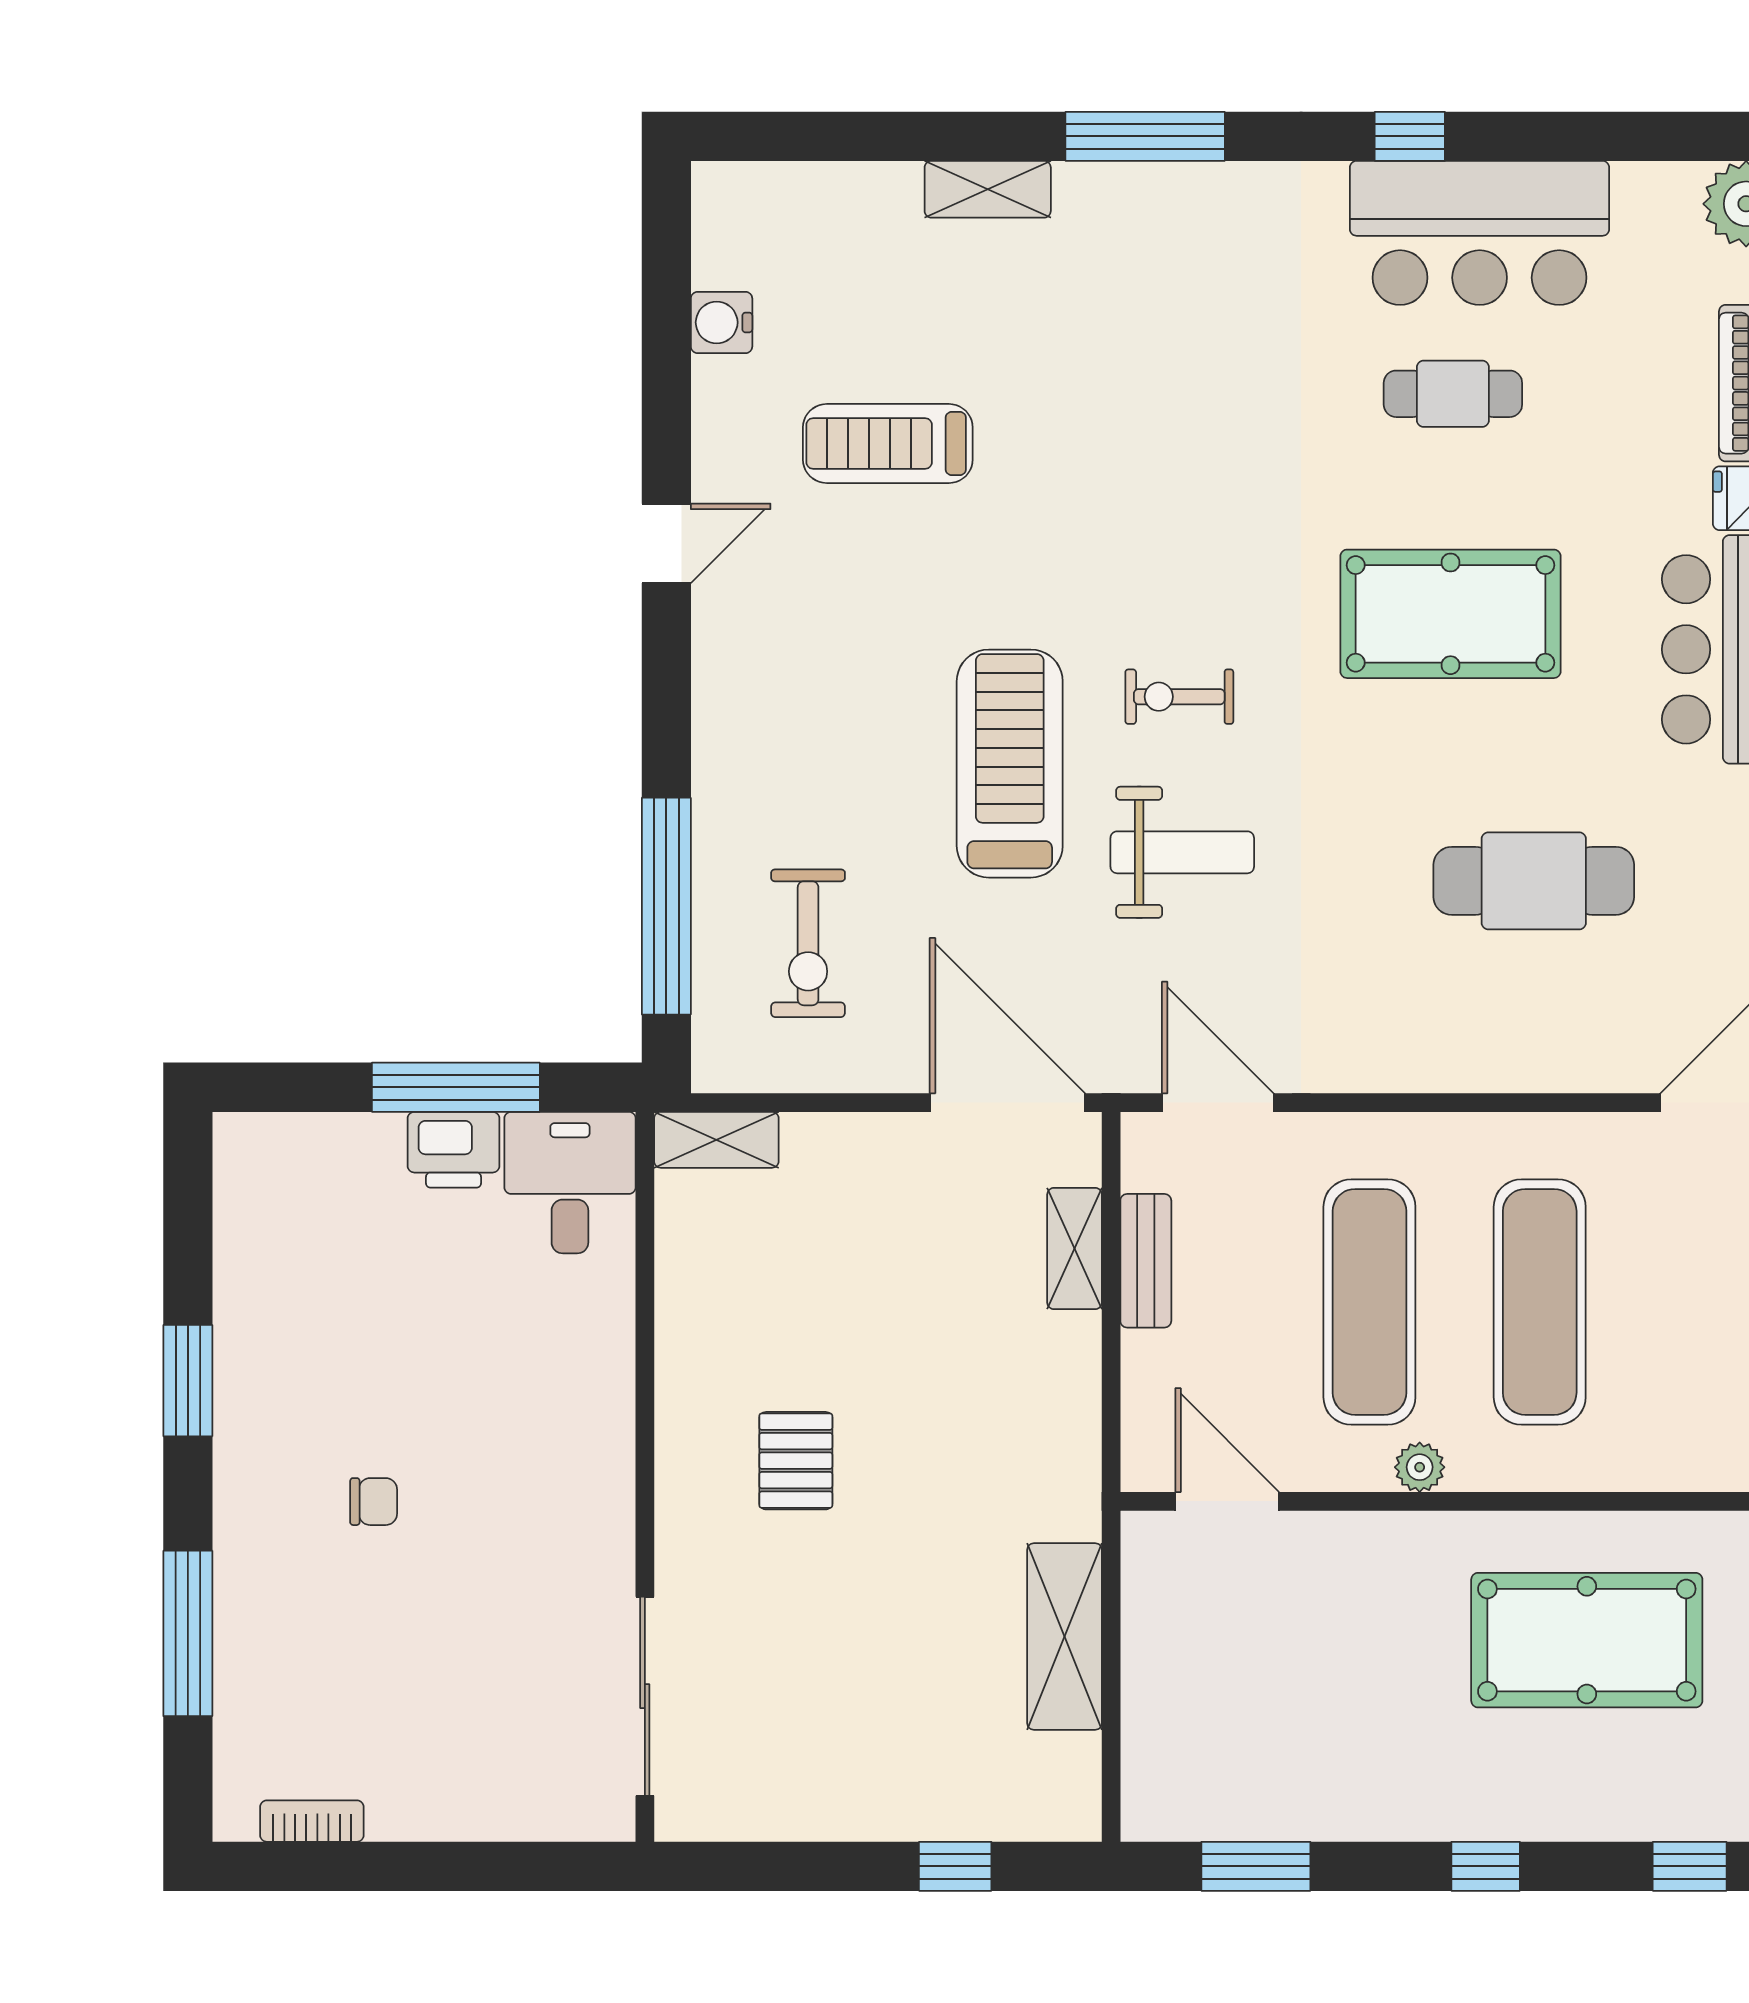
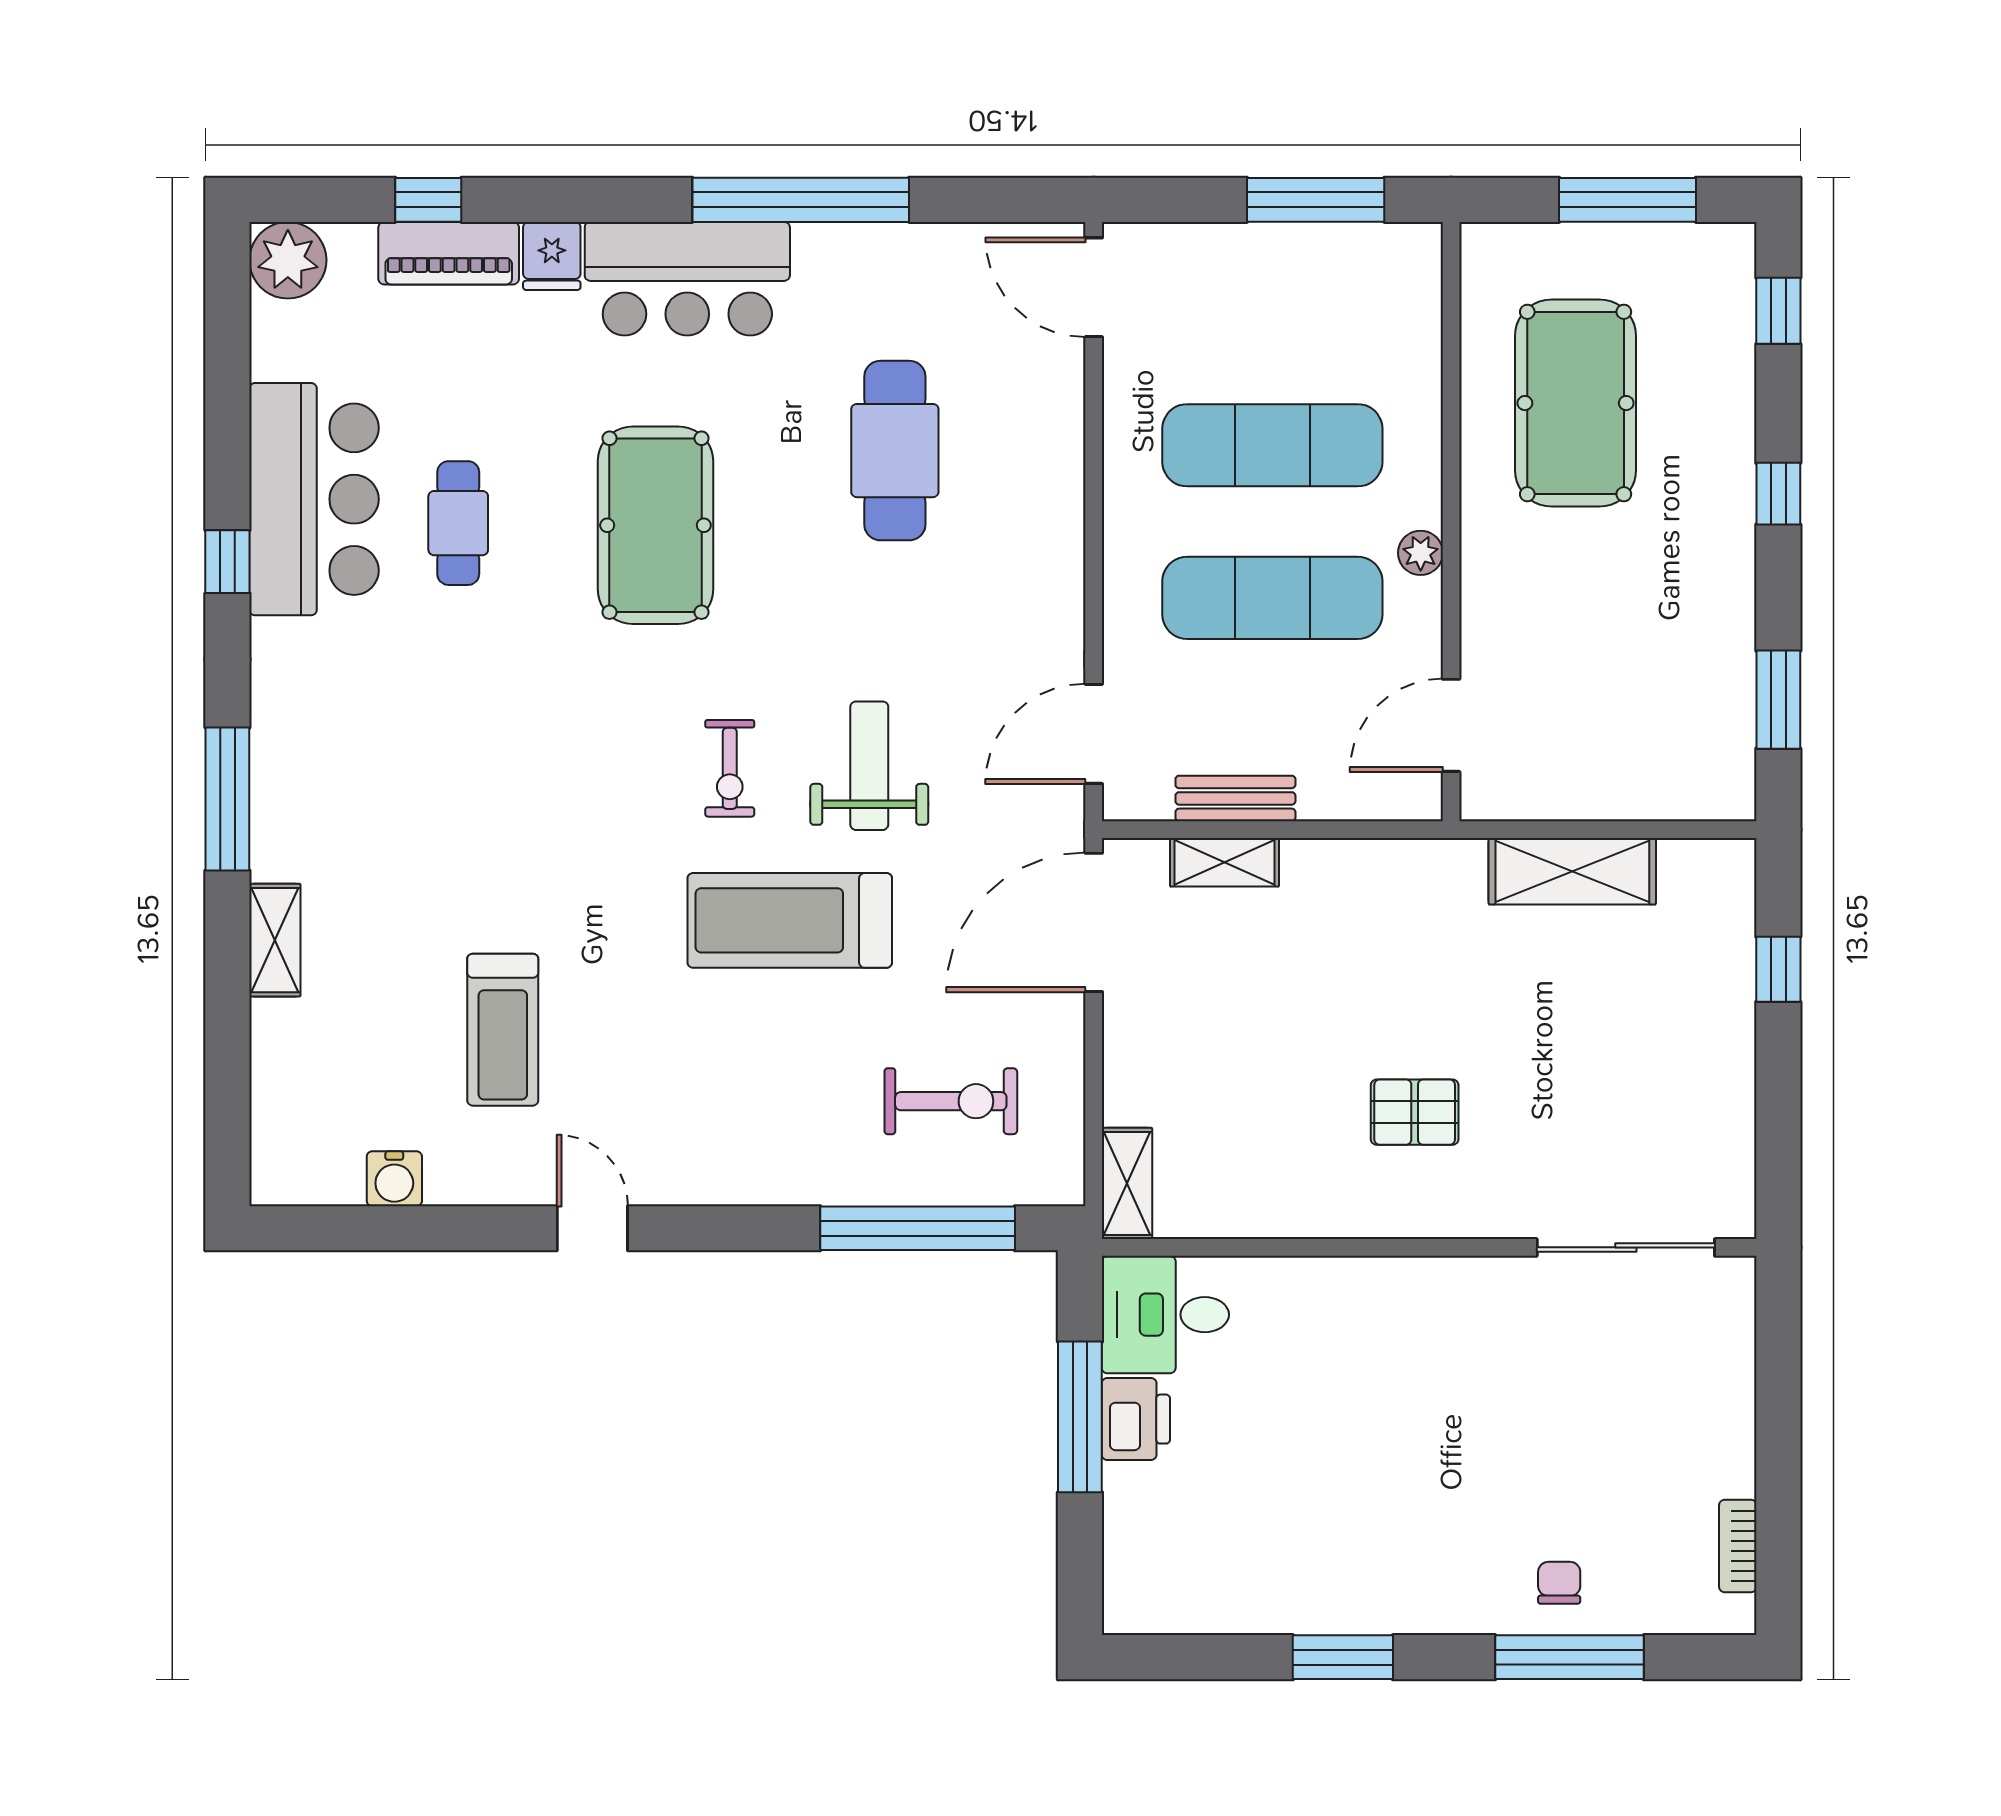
chair: (374, 1502) -> (1559, 1583), moved

